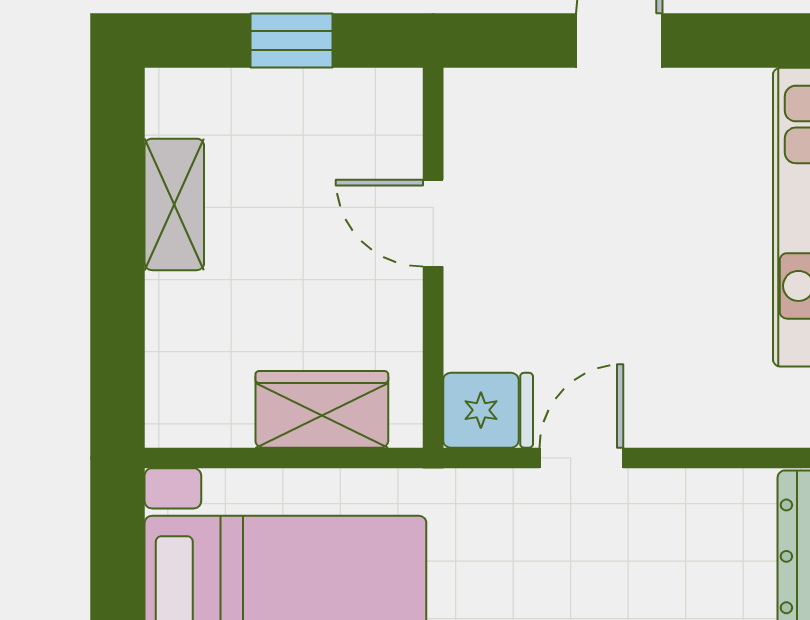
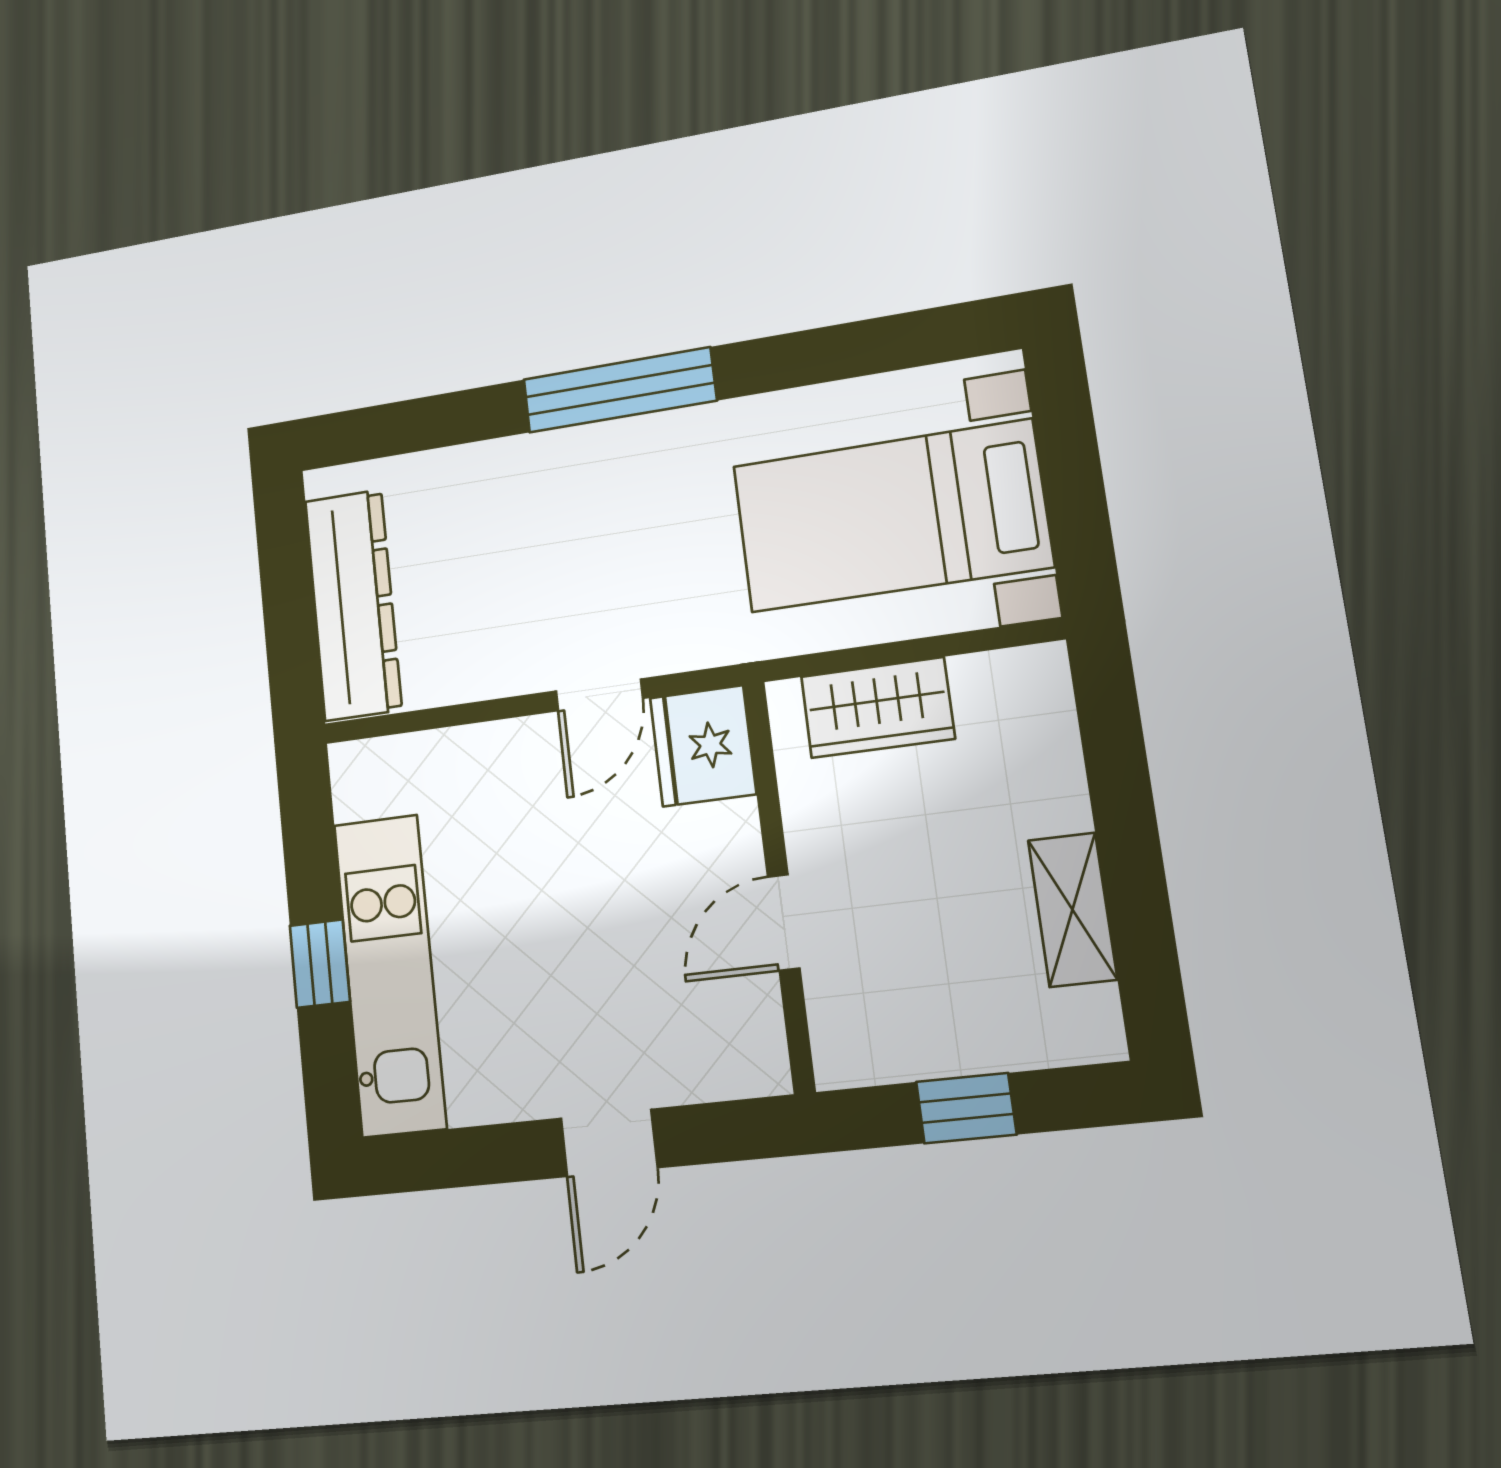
door: (433, 223) -> (784, 922), swing flipped
fridge: (488, 410) -> (703, 746), width x1.38

